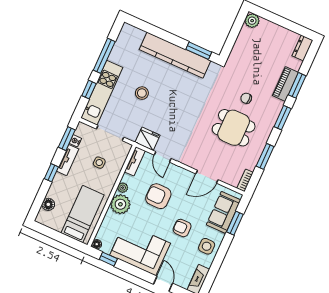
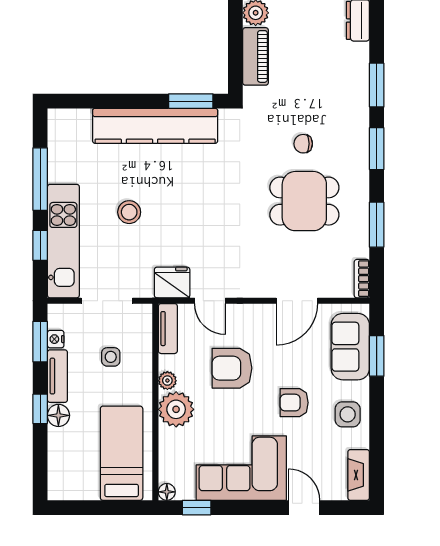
piano: (285, 84) -> (256, 56), moved, turned 180
floor lamp: (48, 204) -> (58, 415), moved

